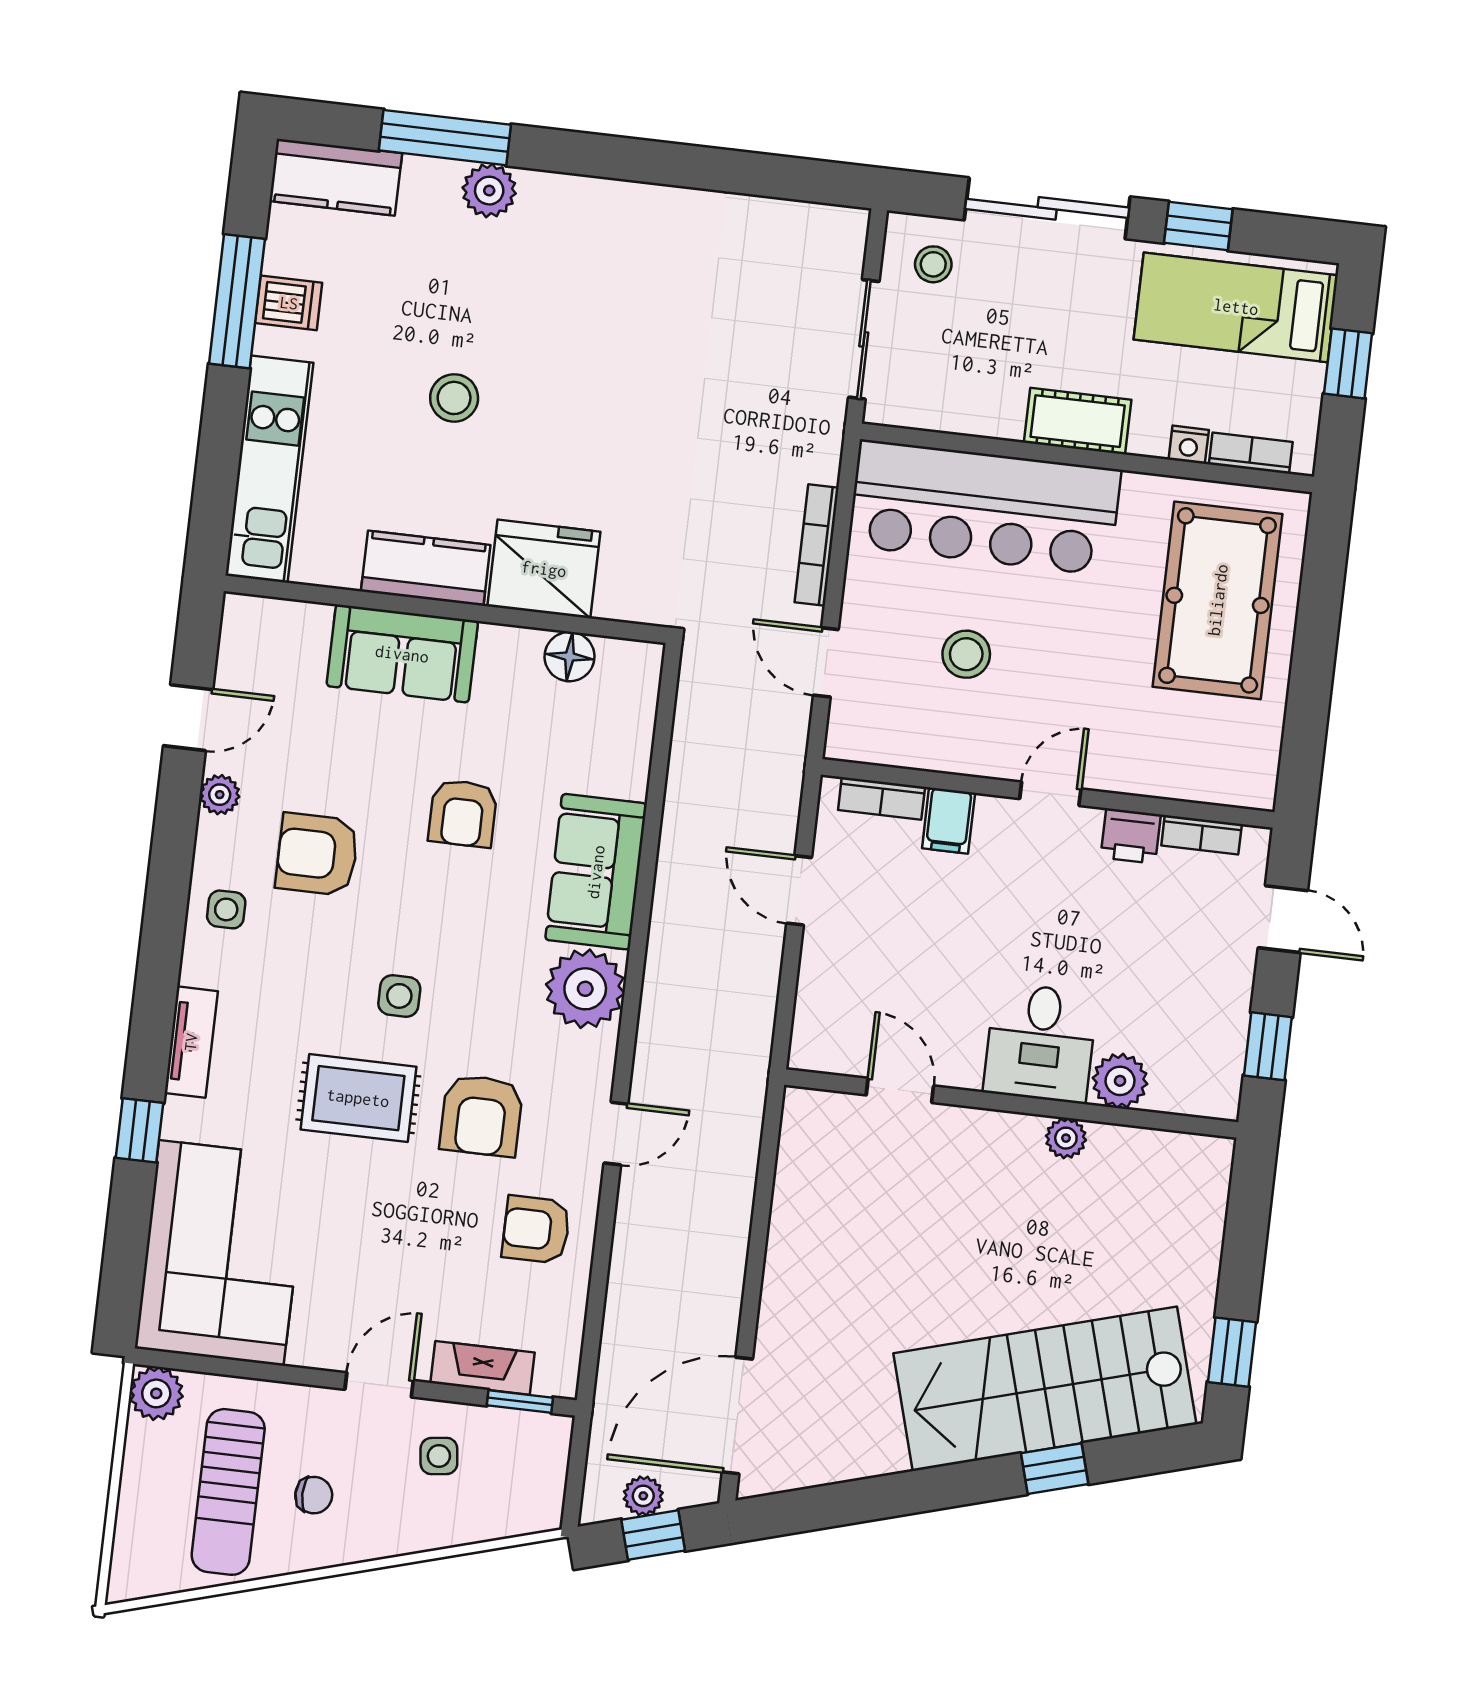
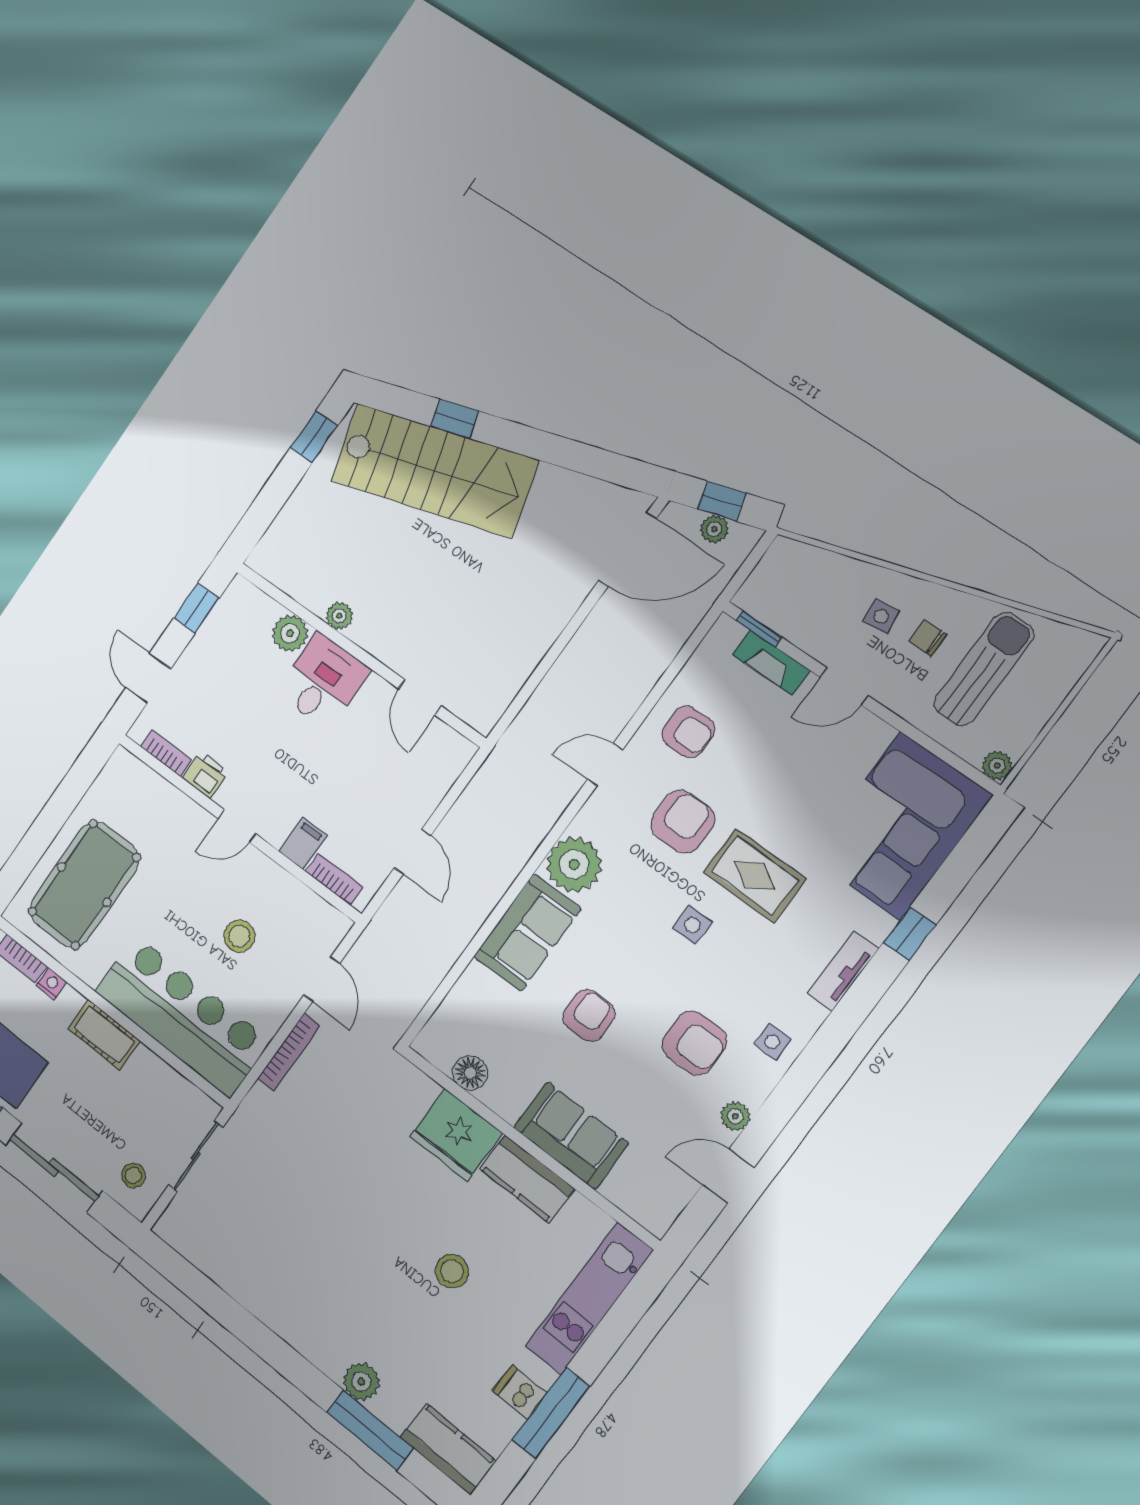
plant: (156, 1393) -> (997, 766), width x0.73, depth x0.73
side table: (439, 1456) -> (881, 616), moved

